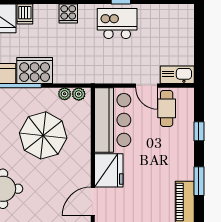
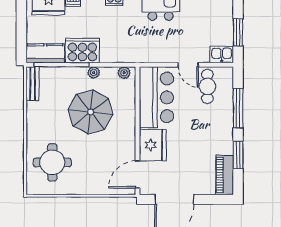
window: (199, 51) -> (238, 32), added
kitchen sink: (177, 75) -> (222, 54), width x0.73
plant: (65, 94) -> (94, 73), moved
window: (199, 131) -> (238, 108), width x2.17

